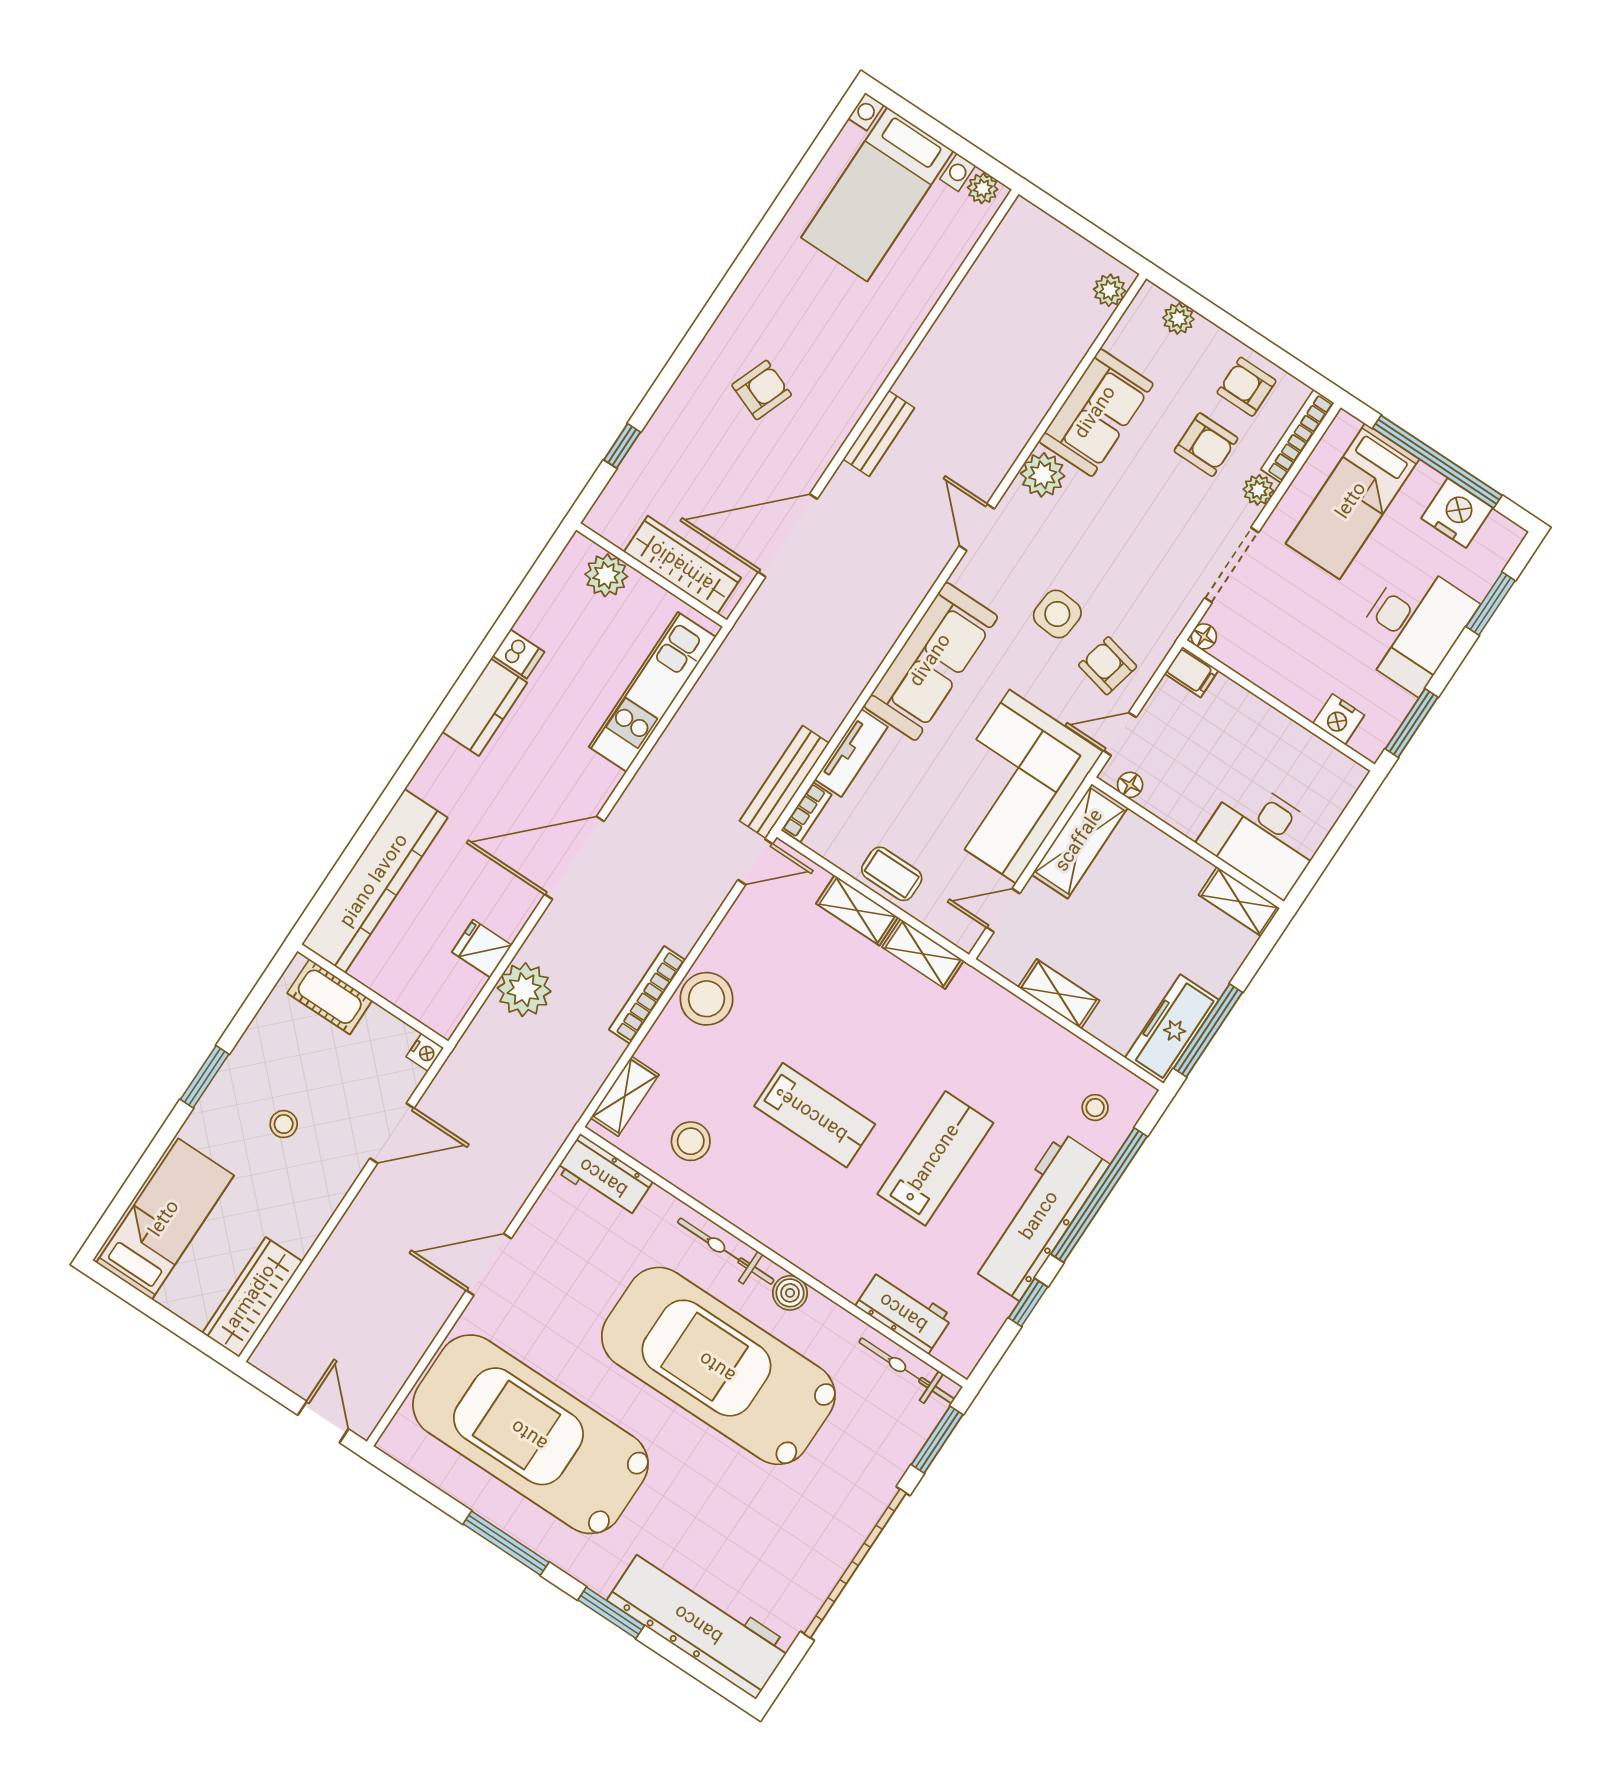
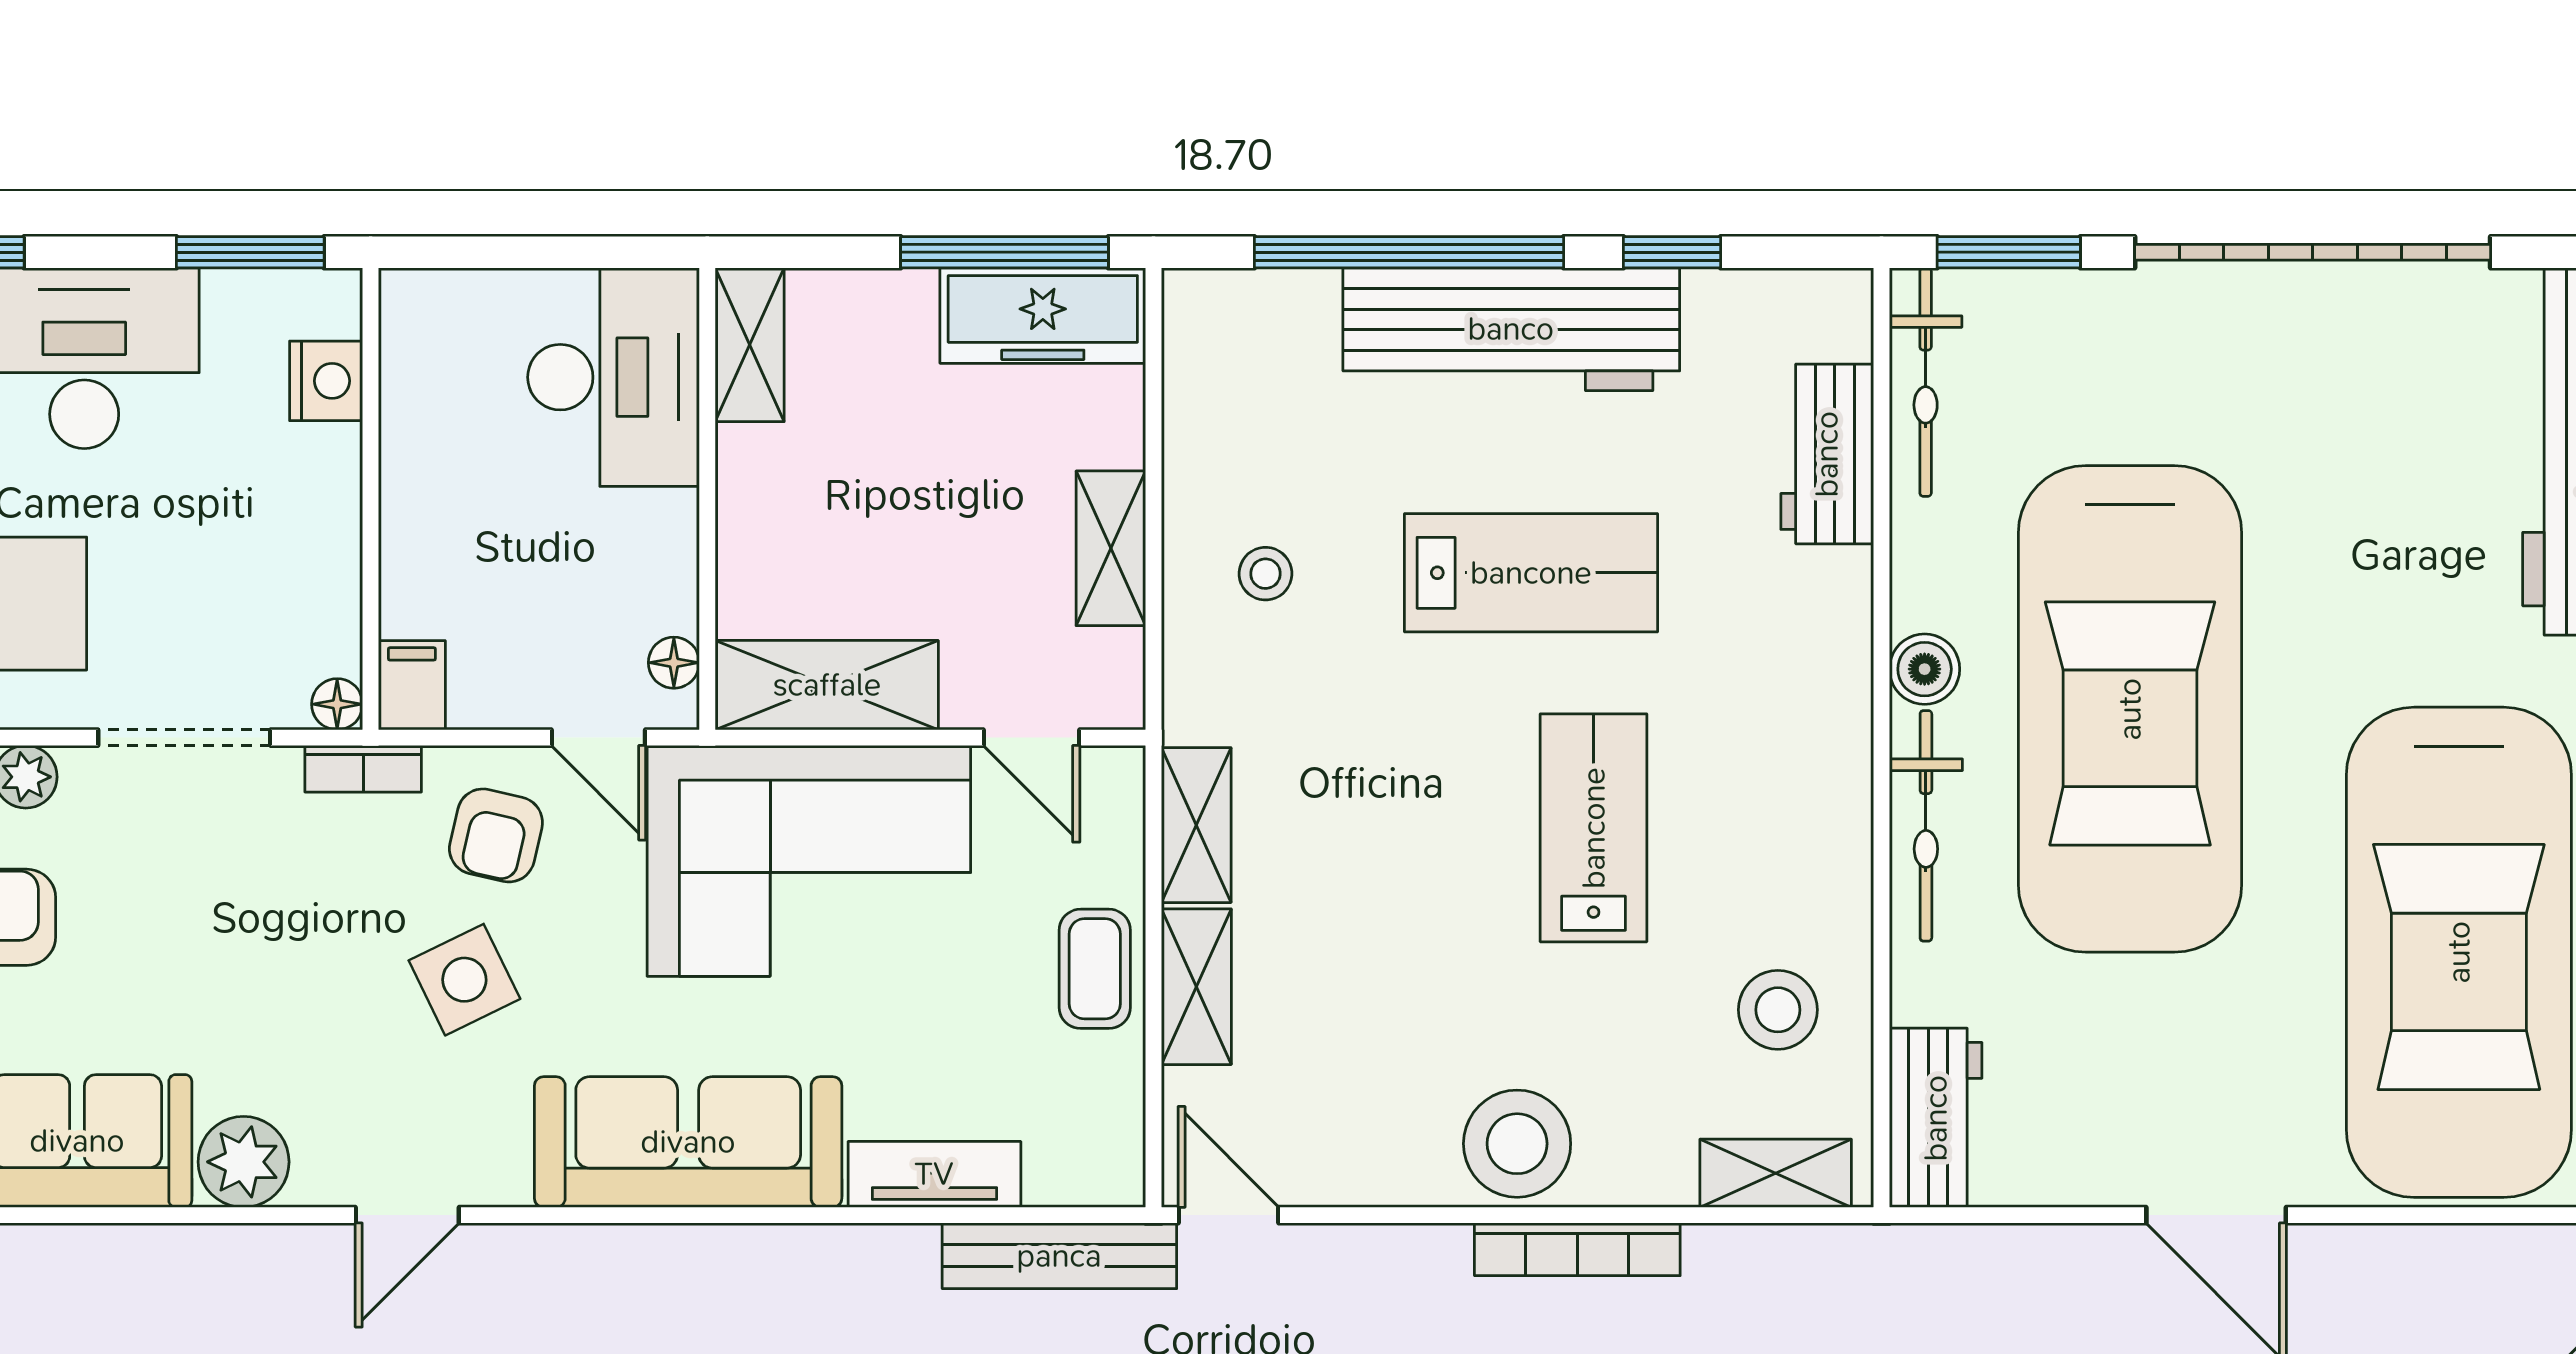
side table: (1057, 614) -> (464, 980), turned -31
bookcase: (807, 812) -> (363, 769), moved, turned 180
stool: (1095, 1108) -> (1266, 574), moved
lab bench: (935, 1158) -> (1531, 573), turned 180

